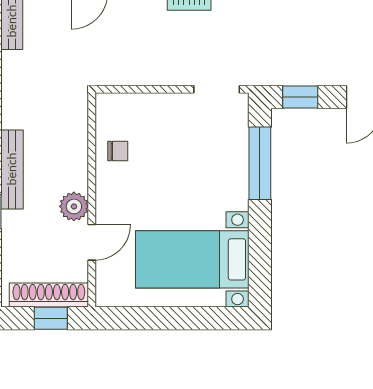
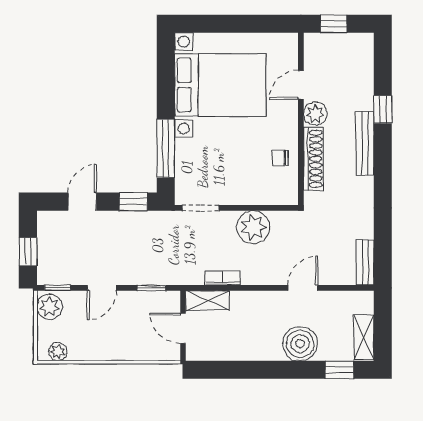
plant: (151, 65) -> (253, 227), added
bed with nightstands: (192, 259) -> (220, 85), width x1.36
shoe rack: (49, 295) -> (313, 159), moved, turned -90

